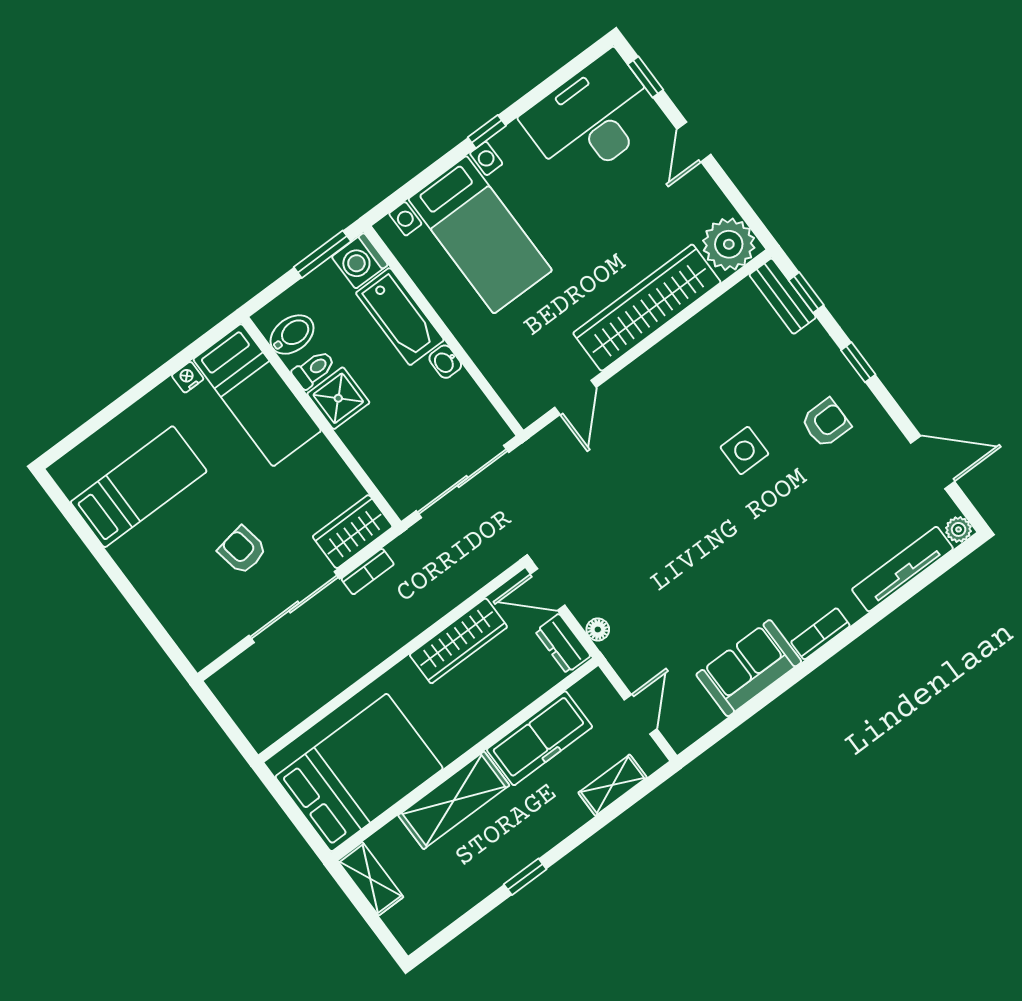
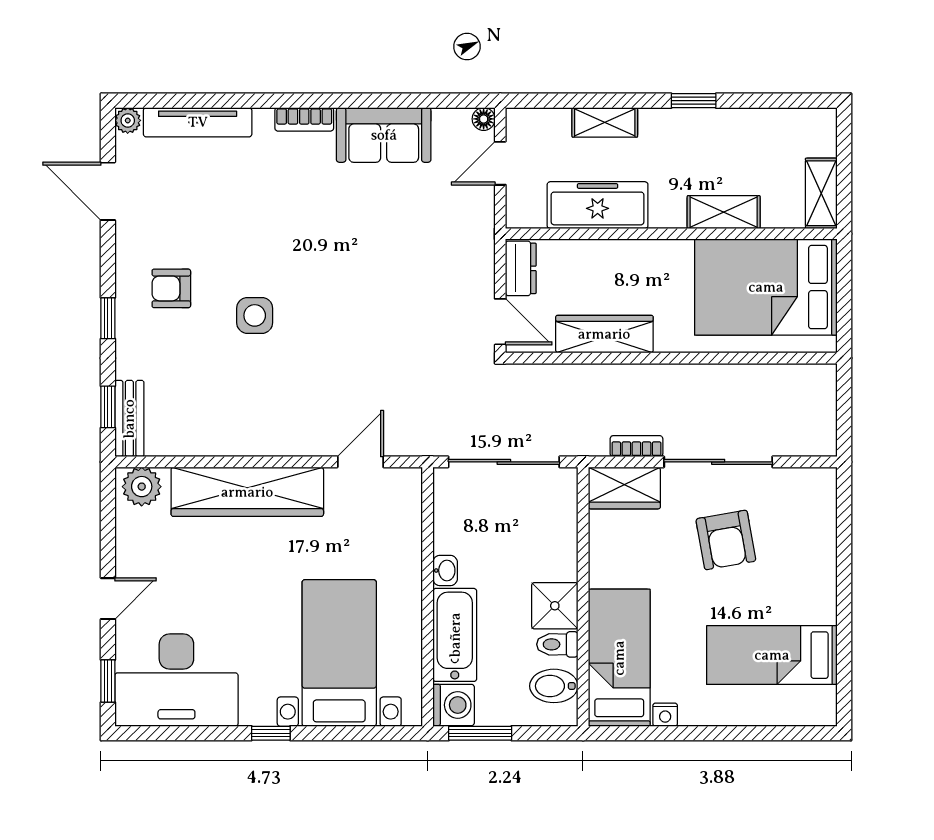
plant: (729, 244) -> (142, 487), width x0.73, depth x0.73
armchair: (242, 550) -> (726, 540), width x1.38, depth x1.38
floor lamp: (598, 630) -> (484, 119), moved
shelving: (613, 785) -> (605, 122), moved
shelving: (454, 800) -> (724, 212), width x0.67, depth x0.75

